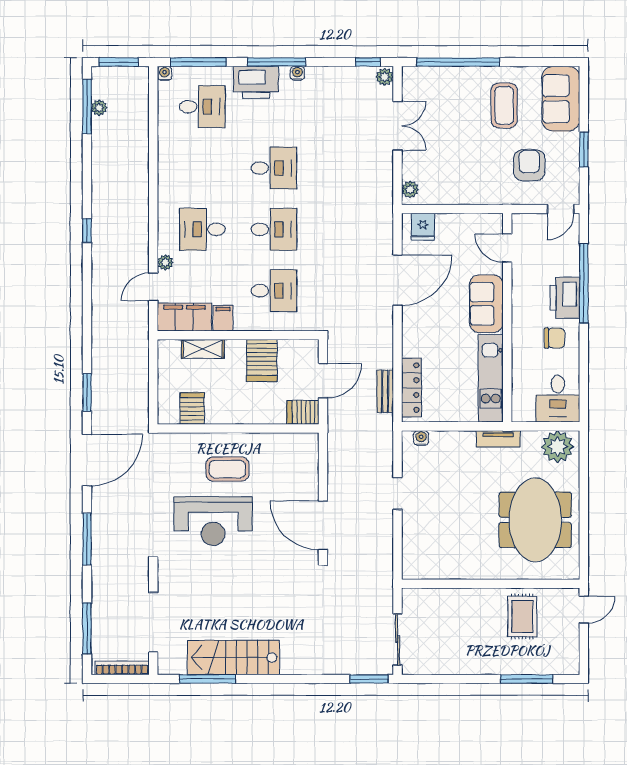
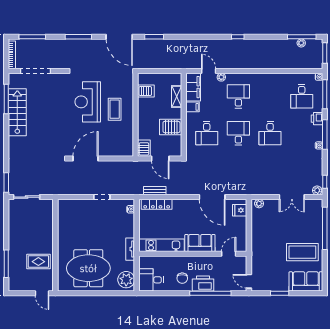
printer: (256, 82) -> (317, 119), width x0.53, depth x0.68
coffee table: (504, 105) -> (302, 252), width x1.36, depth x1.32
armchair: (529, 165) -> (271, 265), removed
desk: (274, 229) -> (238, 133), turned 180

